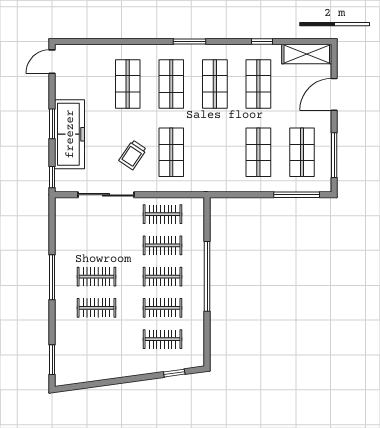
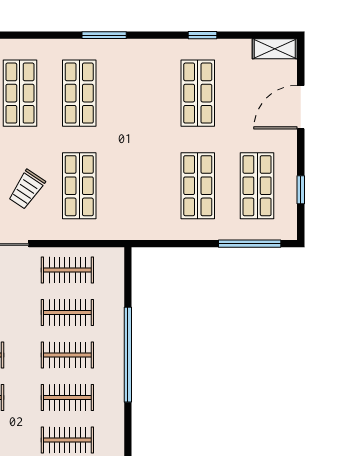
shelving: (307, 54) -> (275, 49), width x0.67, depth x0.75
shop shelf: (215, 84) -> (139, 93), removed
window: (334, 155) -> (301, 190), width x0.46

